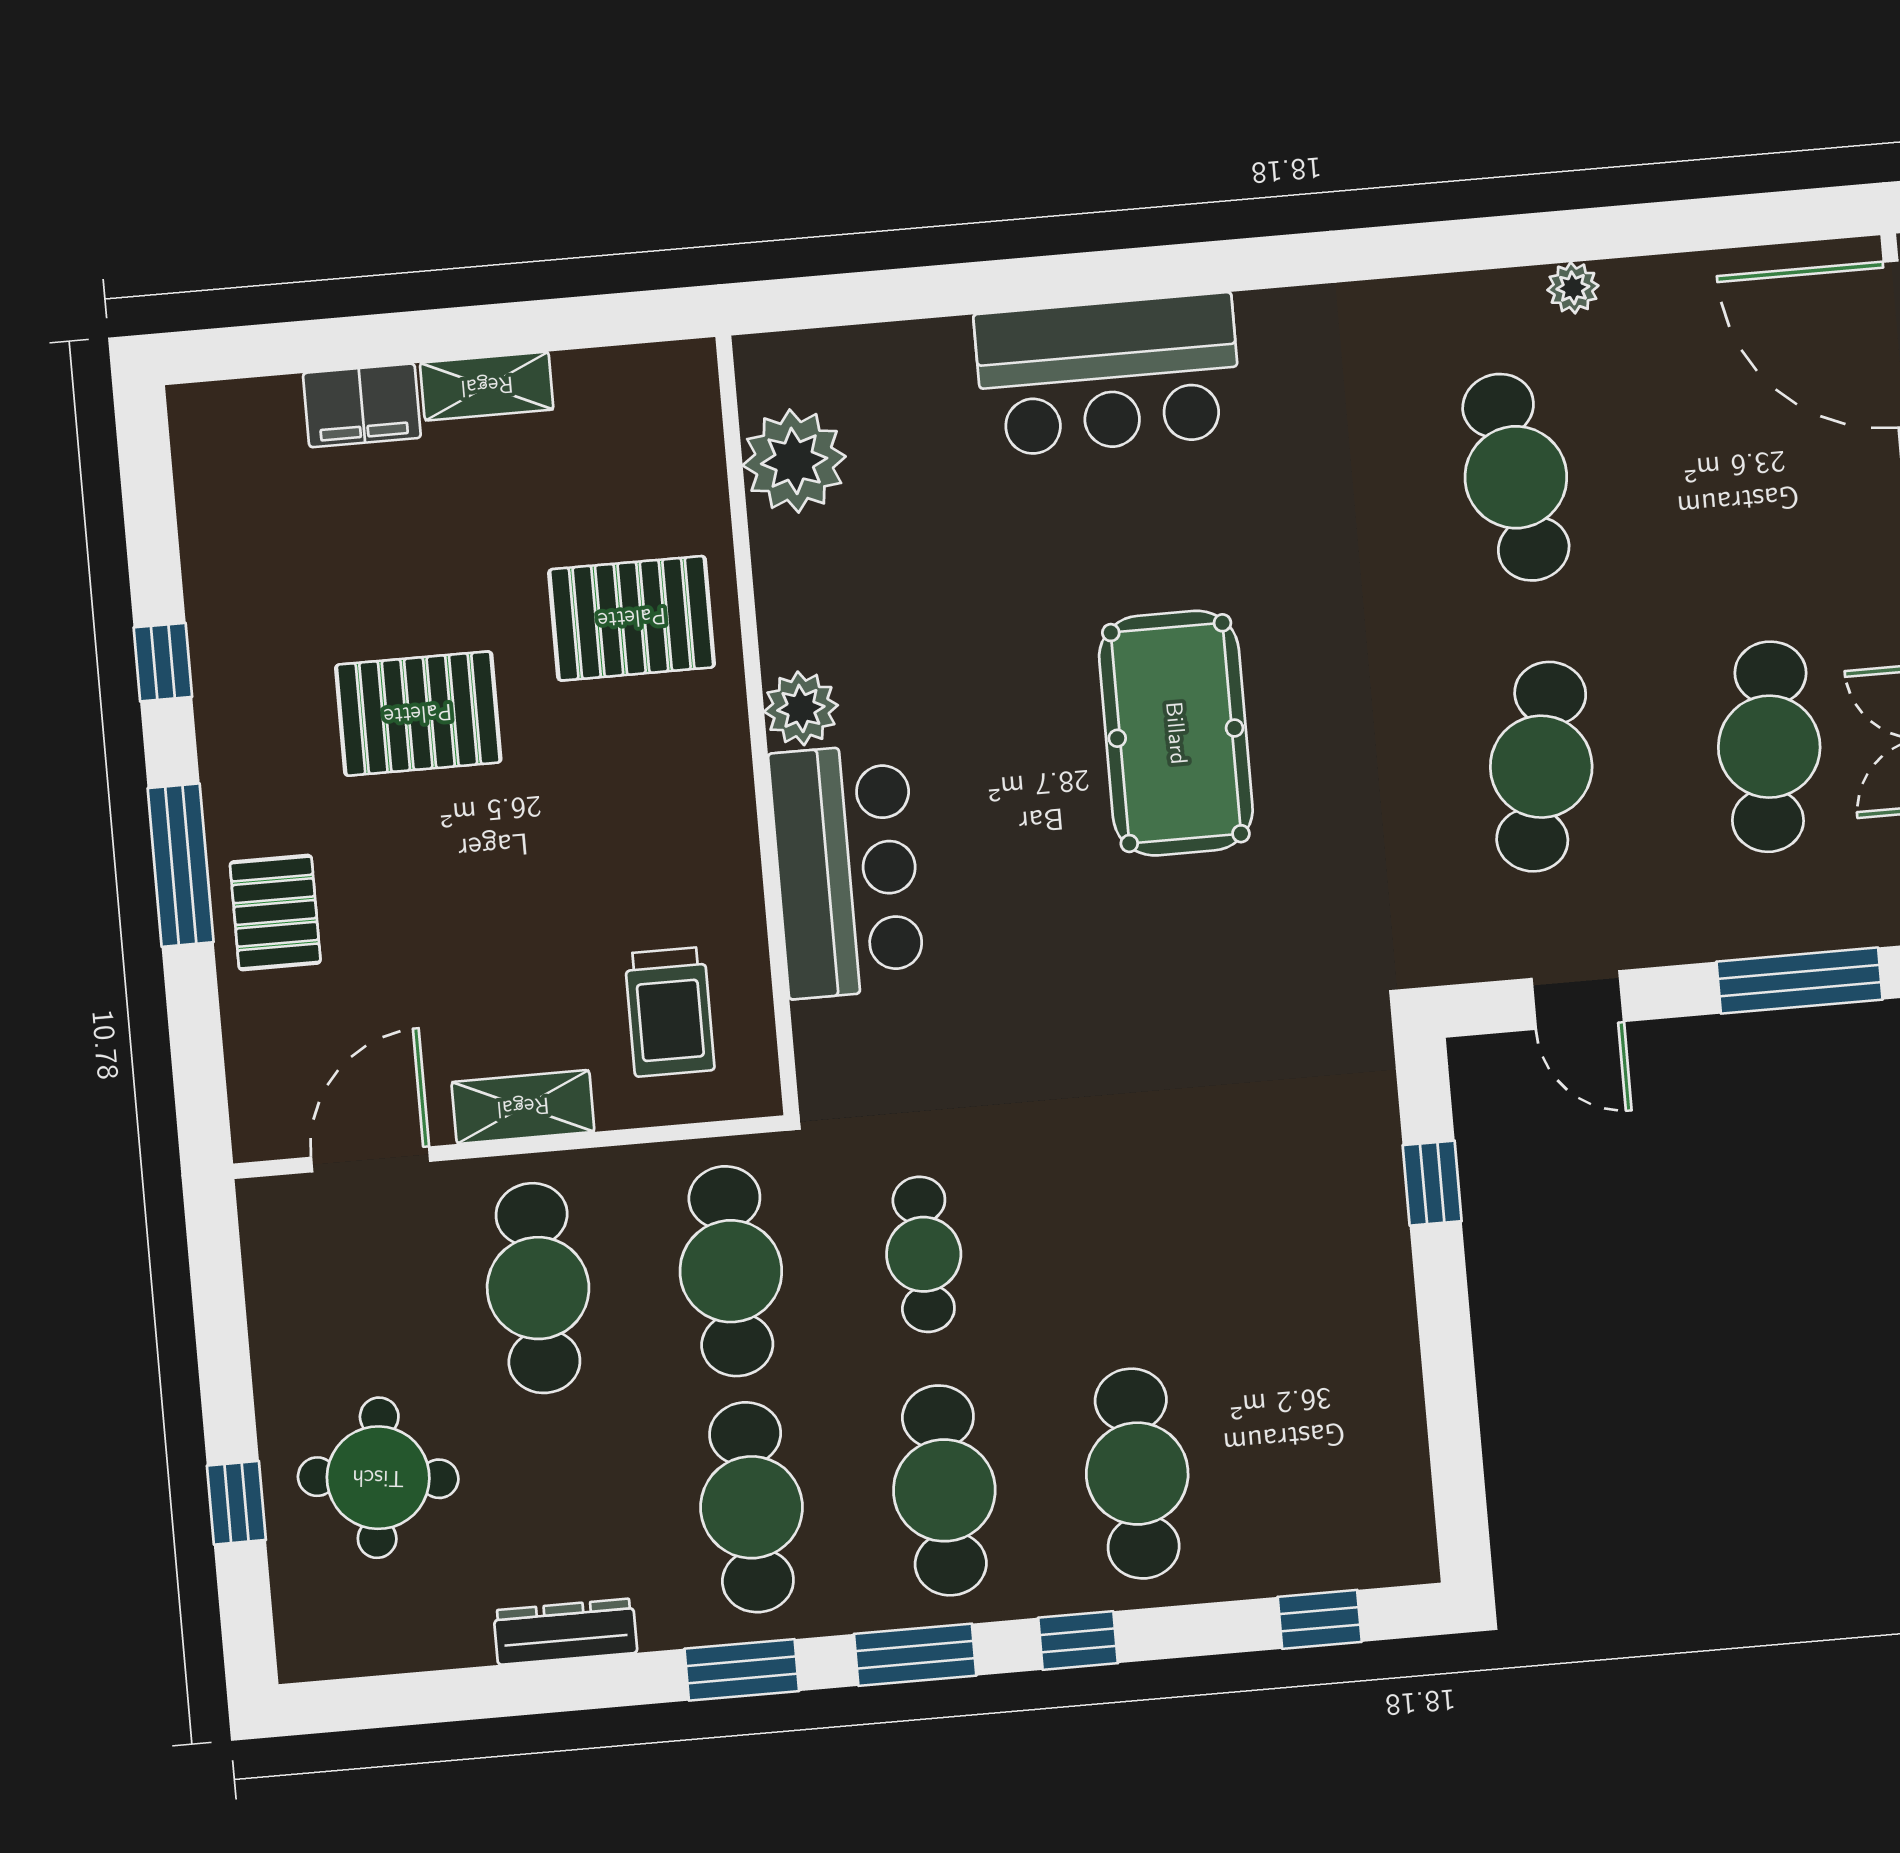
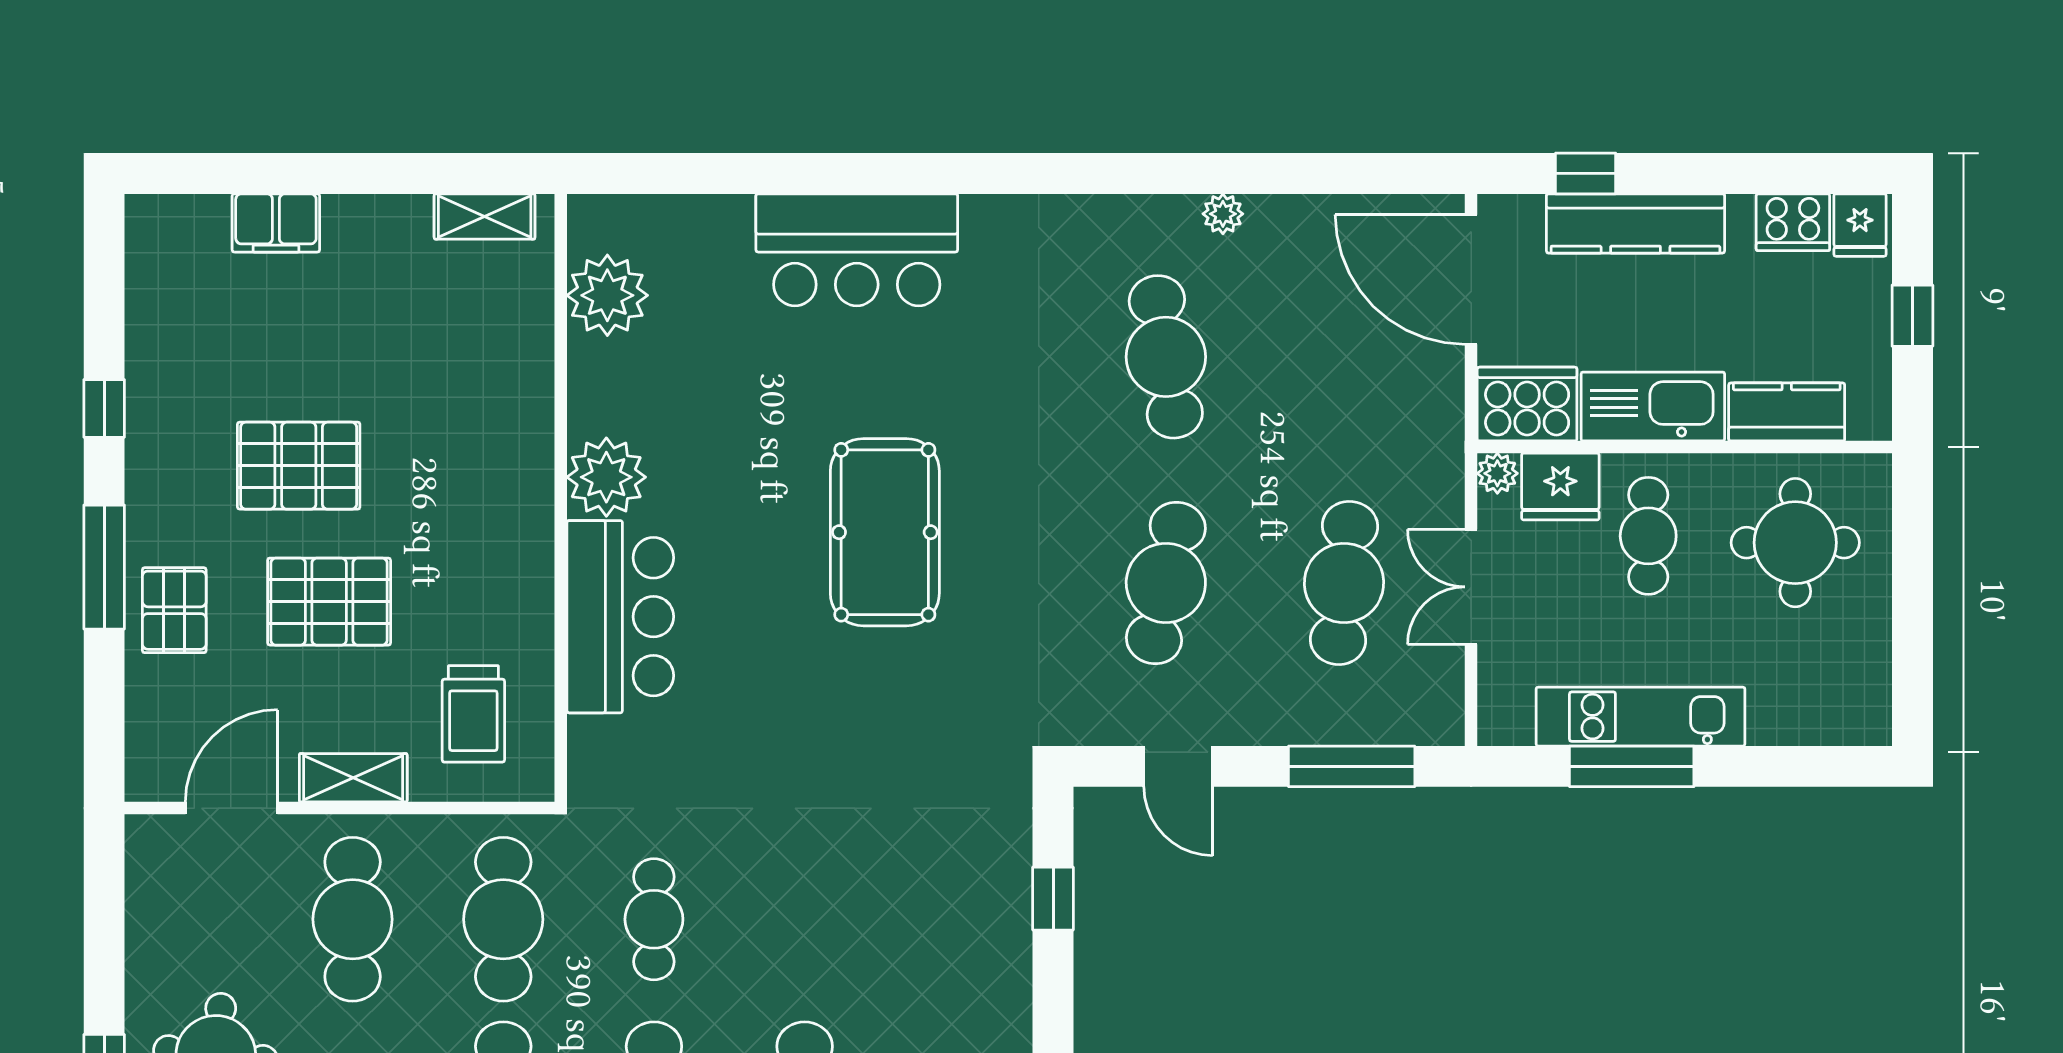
shelving: (487, 386) -> (485, 216), moved
pallet: (632, 618) -> (329, 602), moved
plant: (801, 708) -> (606, 477), width x1.36, depth x1.36

